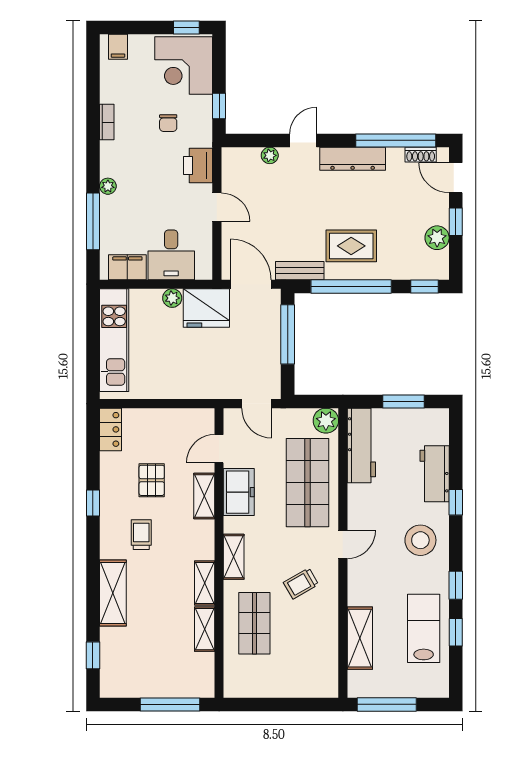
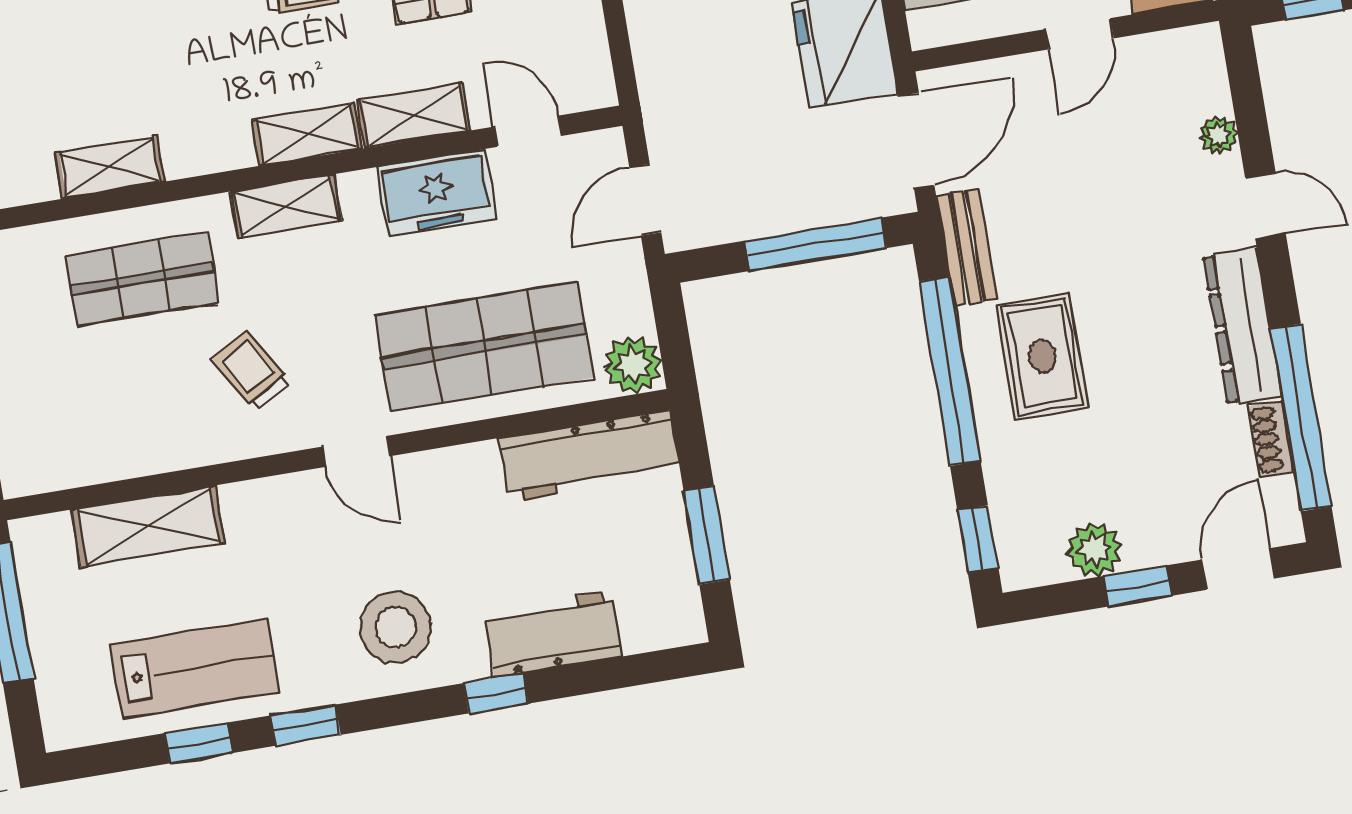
shoe rack: (421, 155) -> (1271, 439), moved
shelving: (205, 583) -> (307, 134), moved

